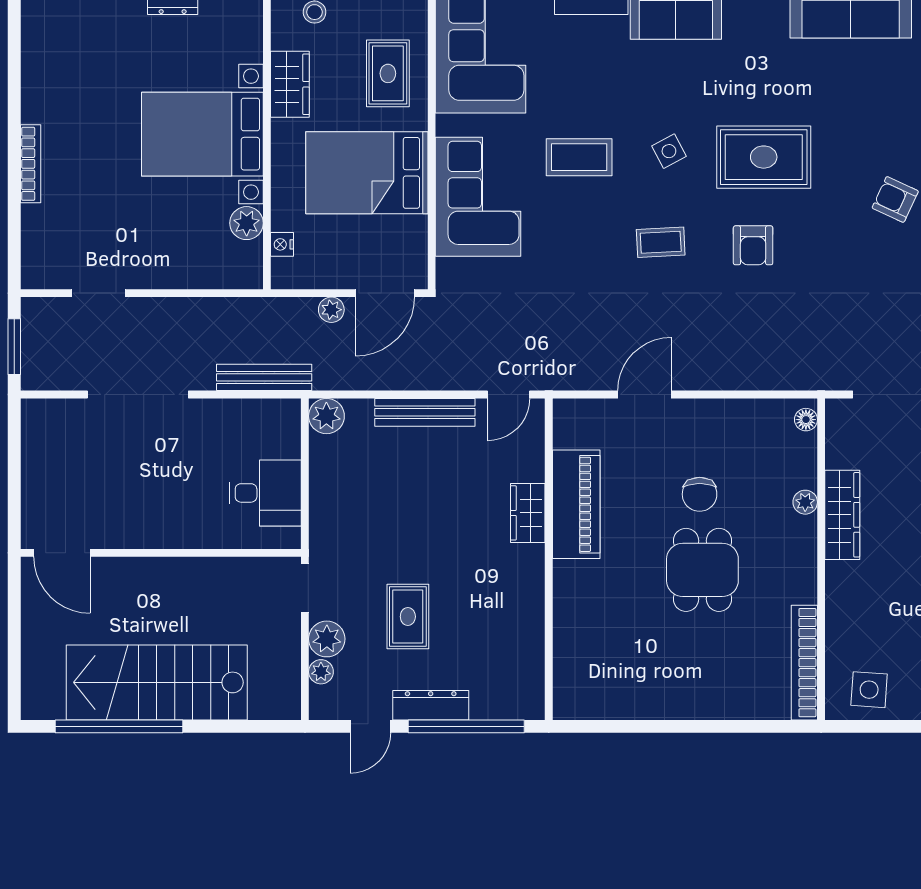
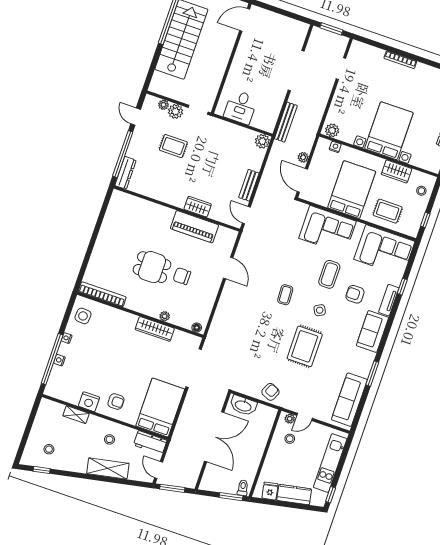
plant: (247, 223) -> (332, 130), moved
armchair: (753, 245) -> (355, 294), moved
bench: (425, 412) -> (249, 185), width x0.73
dresser: (431, 705) -> (125, 173), moved

